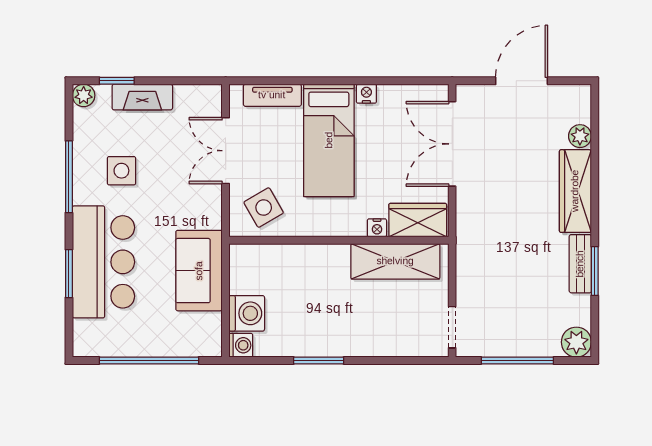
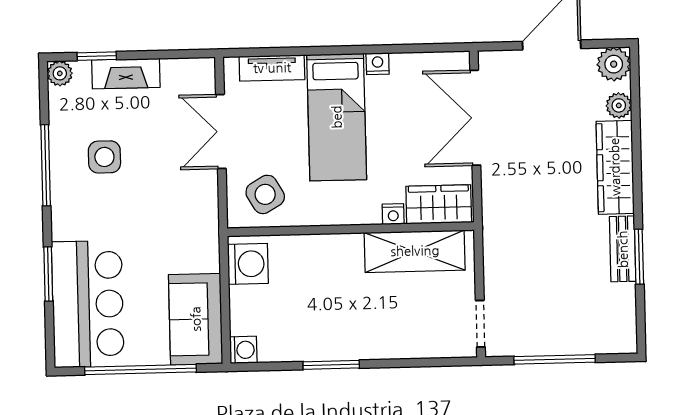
bar counter: (103, 262) -> (88, 304), moved
sofa: (199, 271) -> (196, 319), moved
washing machine: (247, 313) -> (248, 264), moved
plant: (576, 342) -> (614, 64), moved

